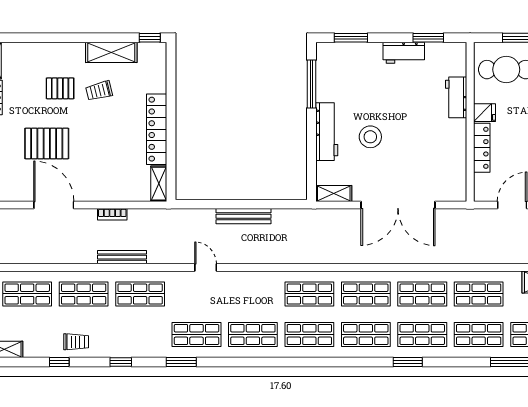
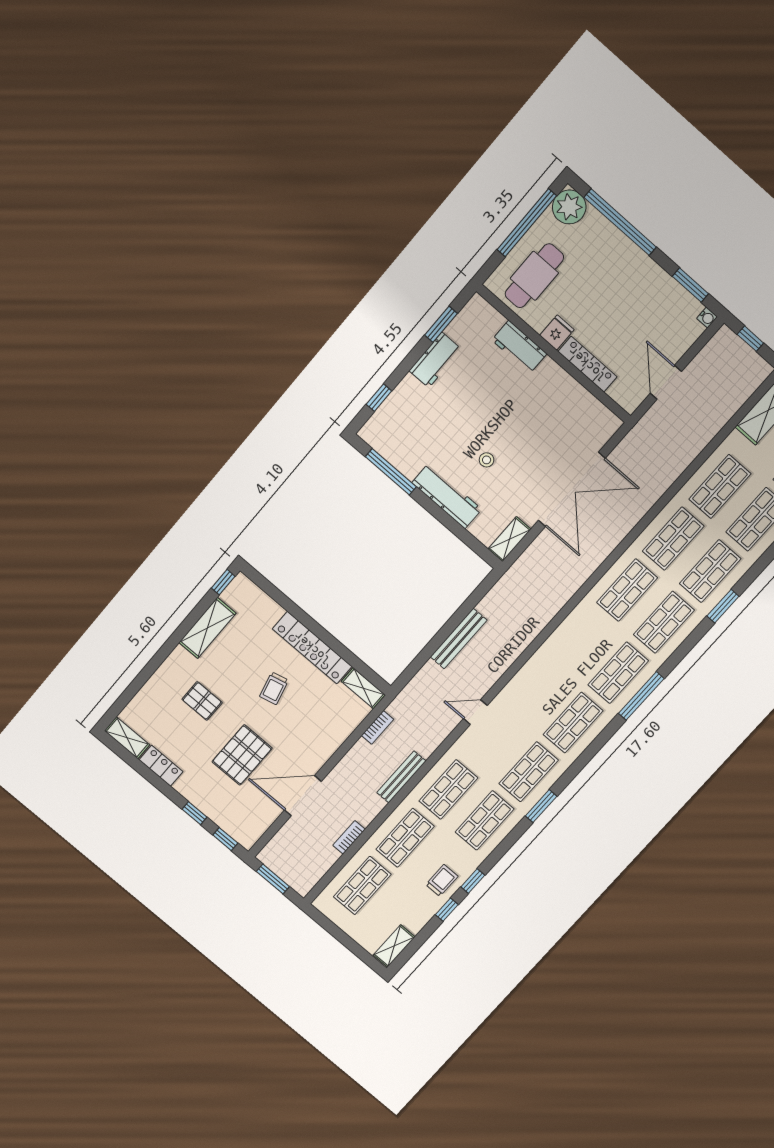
window: (351, 38) -> (379, 398), width x0.67
pallet: (60, 88) -> (202, 701), turned 90
trolley: (99, 91) -> (274, 688), moved
stool: (370, 137) -> (487, 460), width x0.53, depth x0.53
bookcase: (112, 214) -> (377, 727), moved
bookcase: (52, 258) -> (349, 837), added
shop shelf: (309, 294) -> (485, 820), moved
window: (121, 362) -> (473, 881), moved
window: (307, 362) -> (641, 696), added

